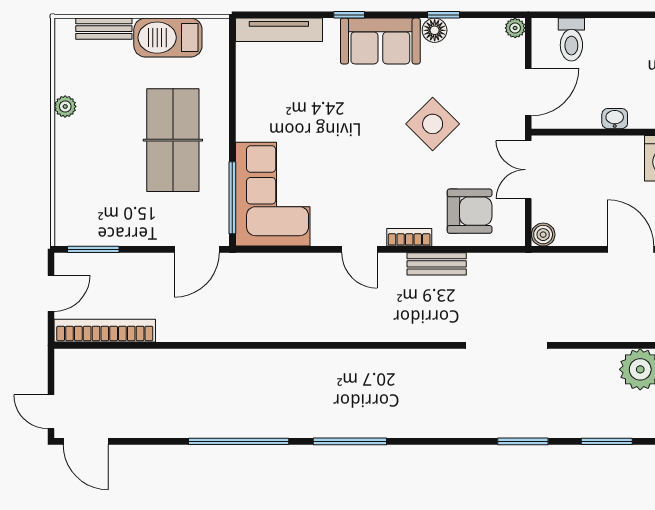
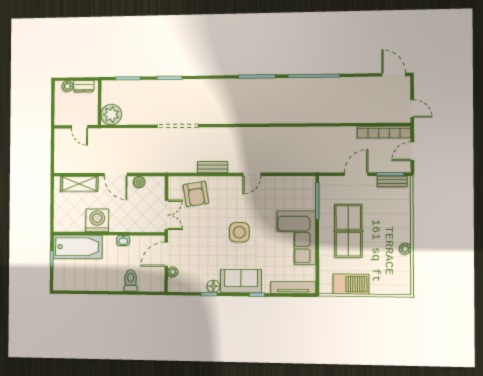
plant: (515, 28) -> (173, 272), moved
bench: (104, 29) -> (392, 181), moved
toilet: (571, 40) -> (131, 281), moved
side table: (433, 124) -> (239, 232), moved, turned 45
corner sofa: (273, 194) -> (296, 238), moved
armchair: (470, 211) -> (196, 194), turned -99
boiler: (543, 235) -> (139, 182), moved
bookcase: (409, 237) -> (226, 181), removed
door: (197, 249) -> (356, 174), moved
door: (359, 249) -> (252, 174), swing flipped
door: (51, 412) -> (412, 109), moved

